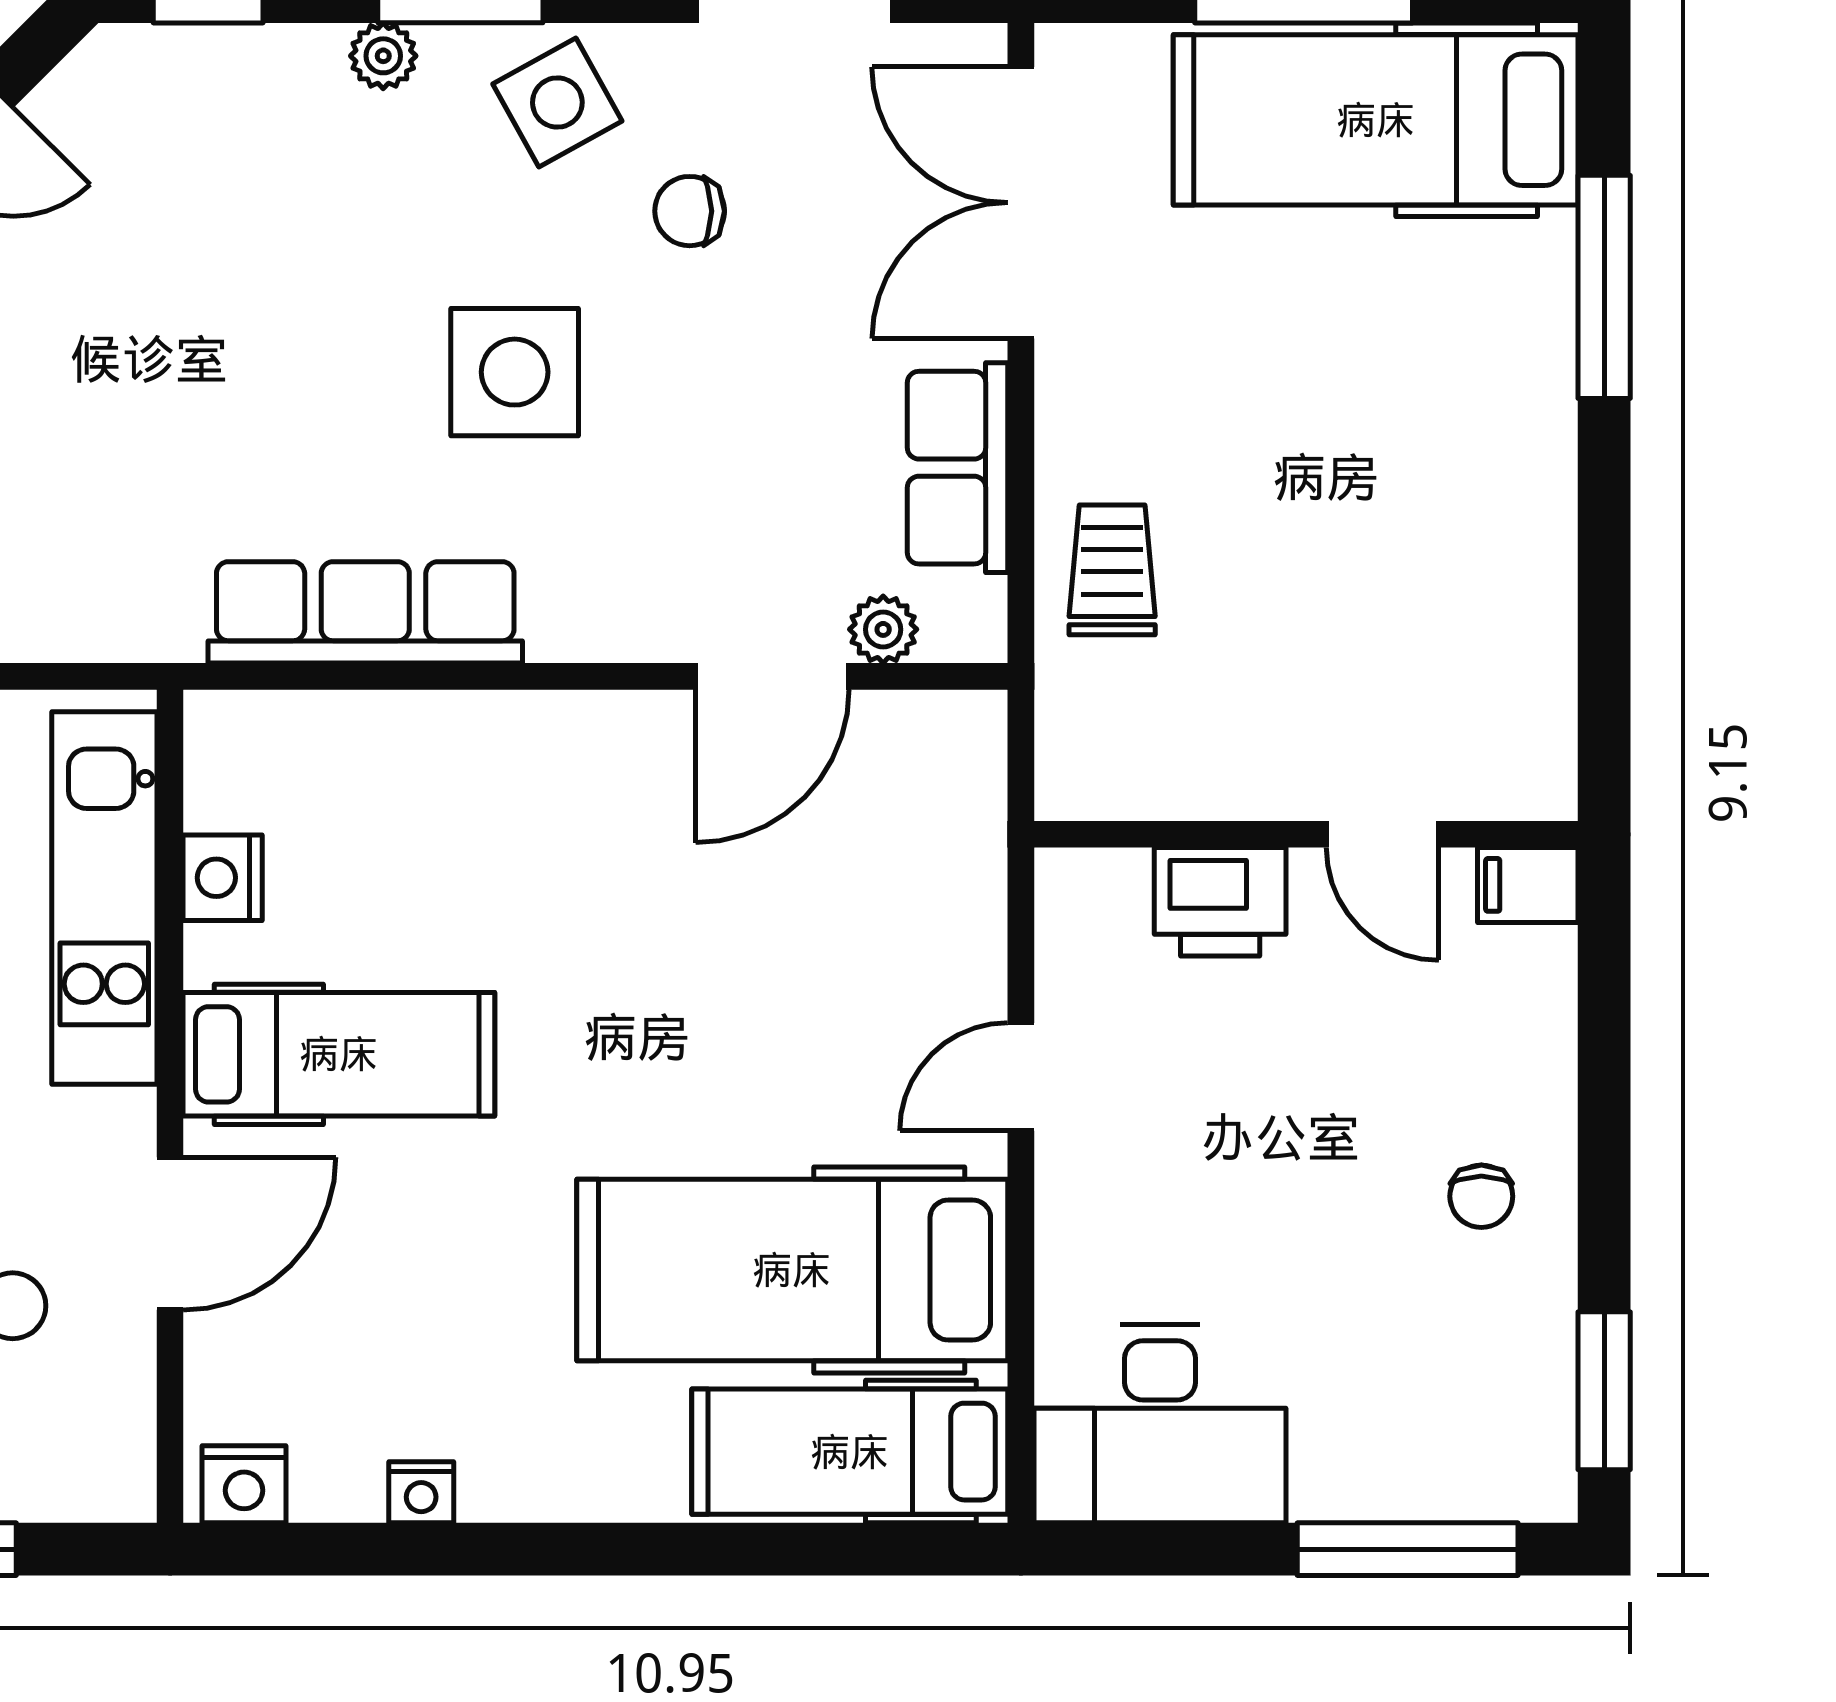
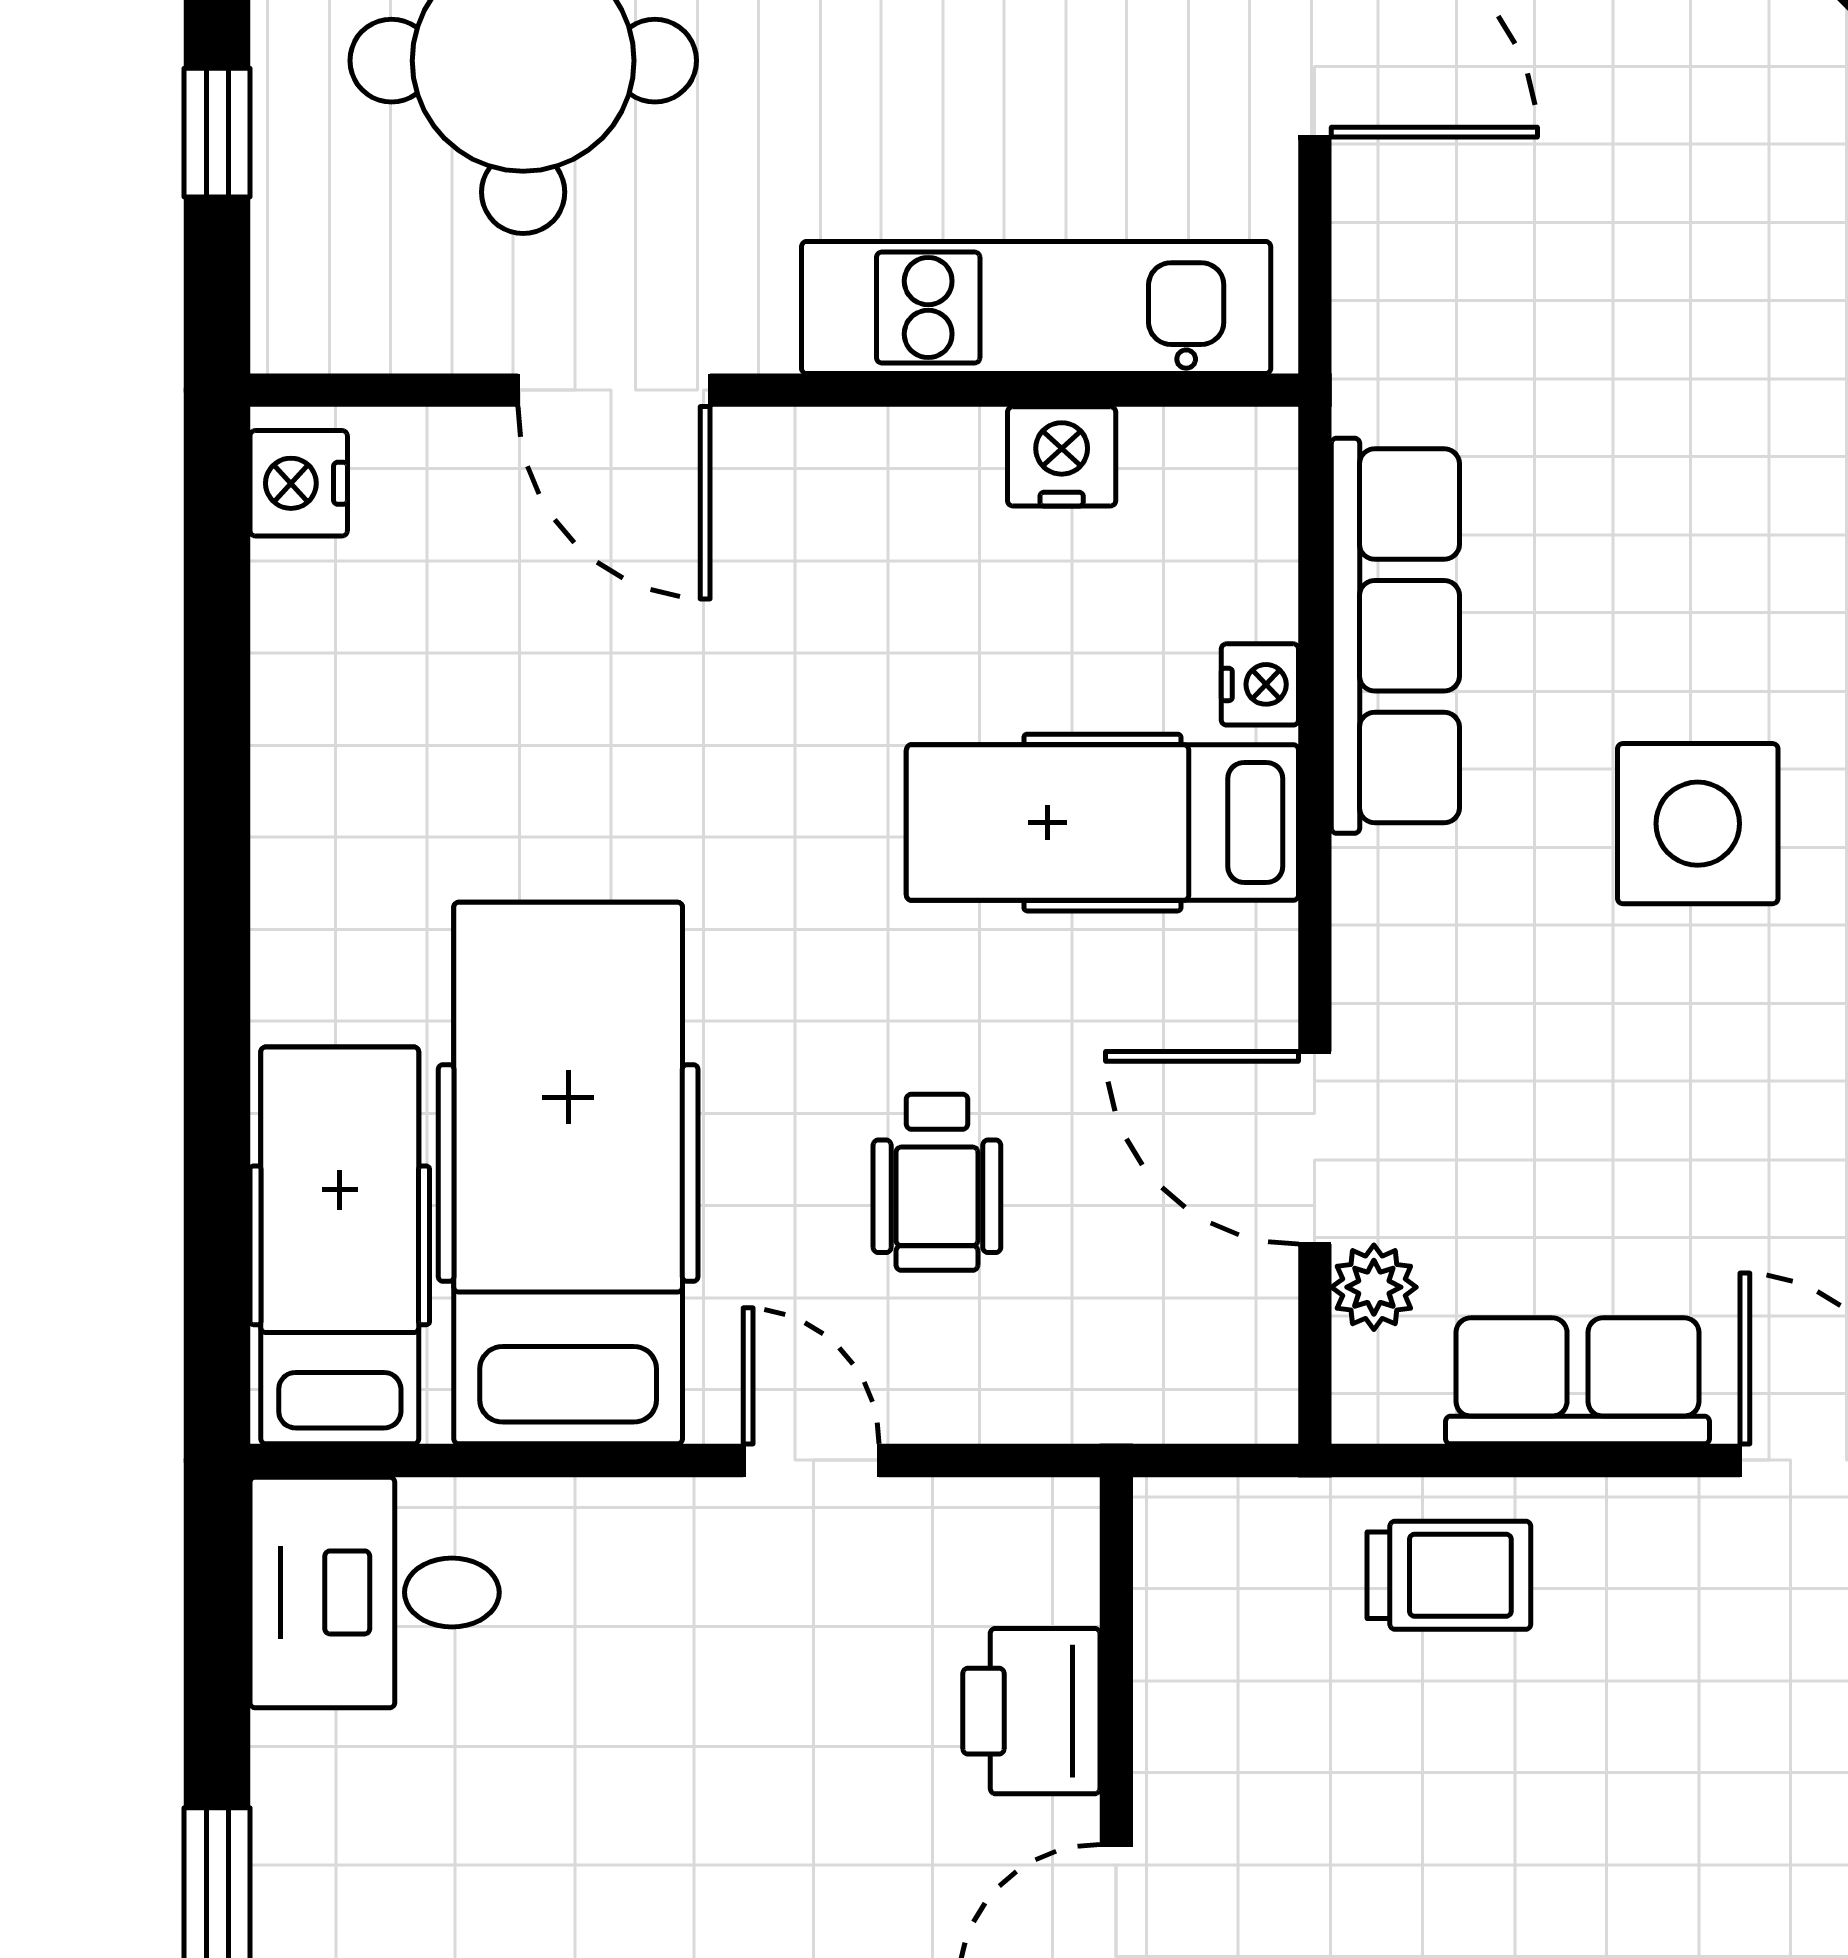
wheelchair: (800, 977) -> (937, 1182), added
hospital bed: (339, 1054) -> (1102, 823), moved, turned 90
desk: (1160, 1424) -> (375, 1592), width x0.73
nightstand: (421, 1492) -> (1260, 684), moved, turned 180

